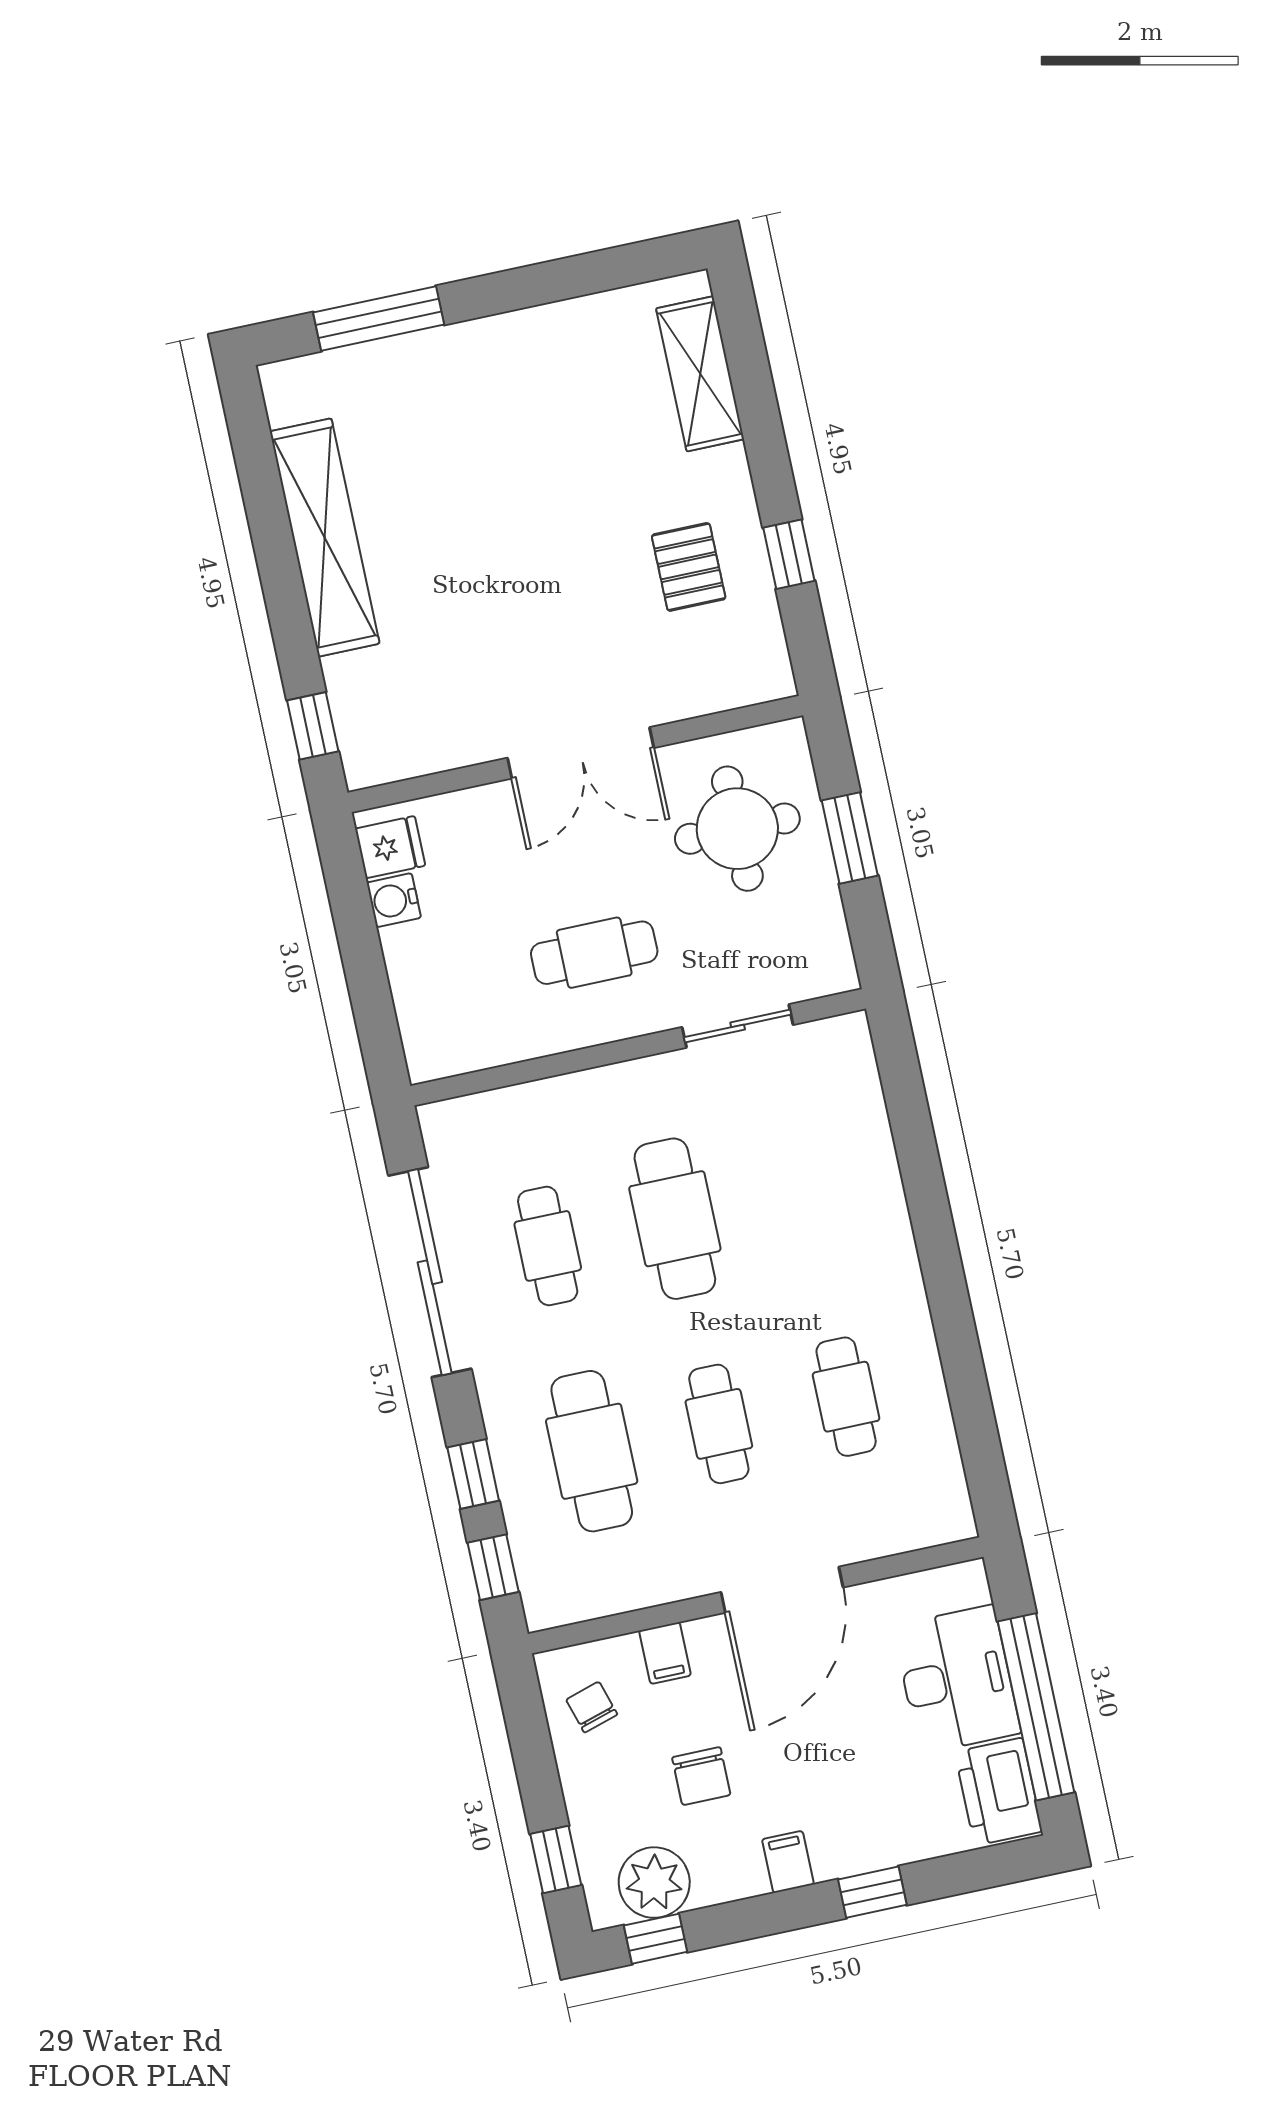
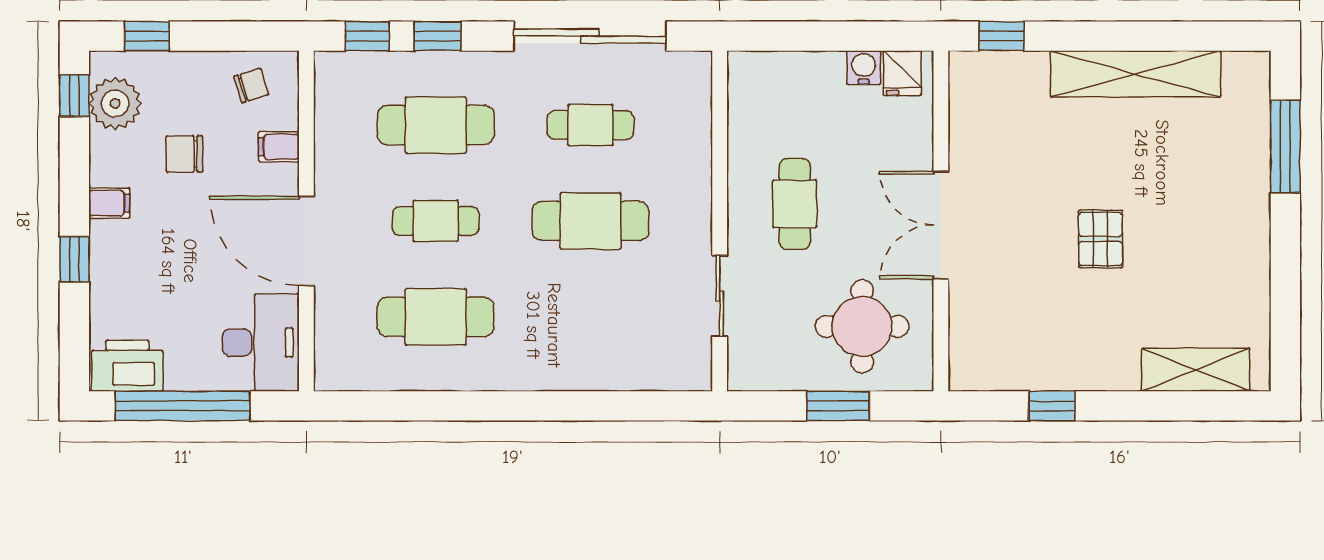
pallet: (689, 567) -> (1100, 239), moved, turned 90
cafe table: (846, 1397) -> (436, 317), width x1.37, depth x1.35
desk: (957, 1679) -> (261, 343), moved, turned -90

